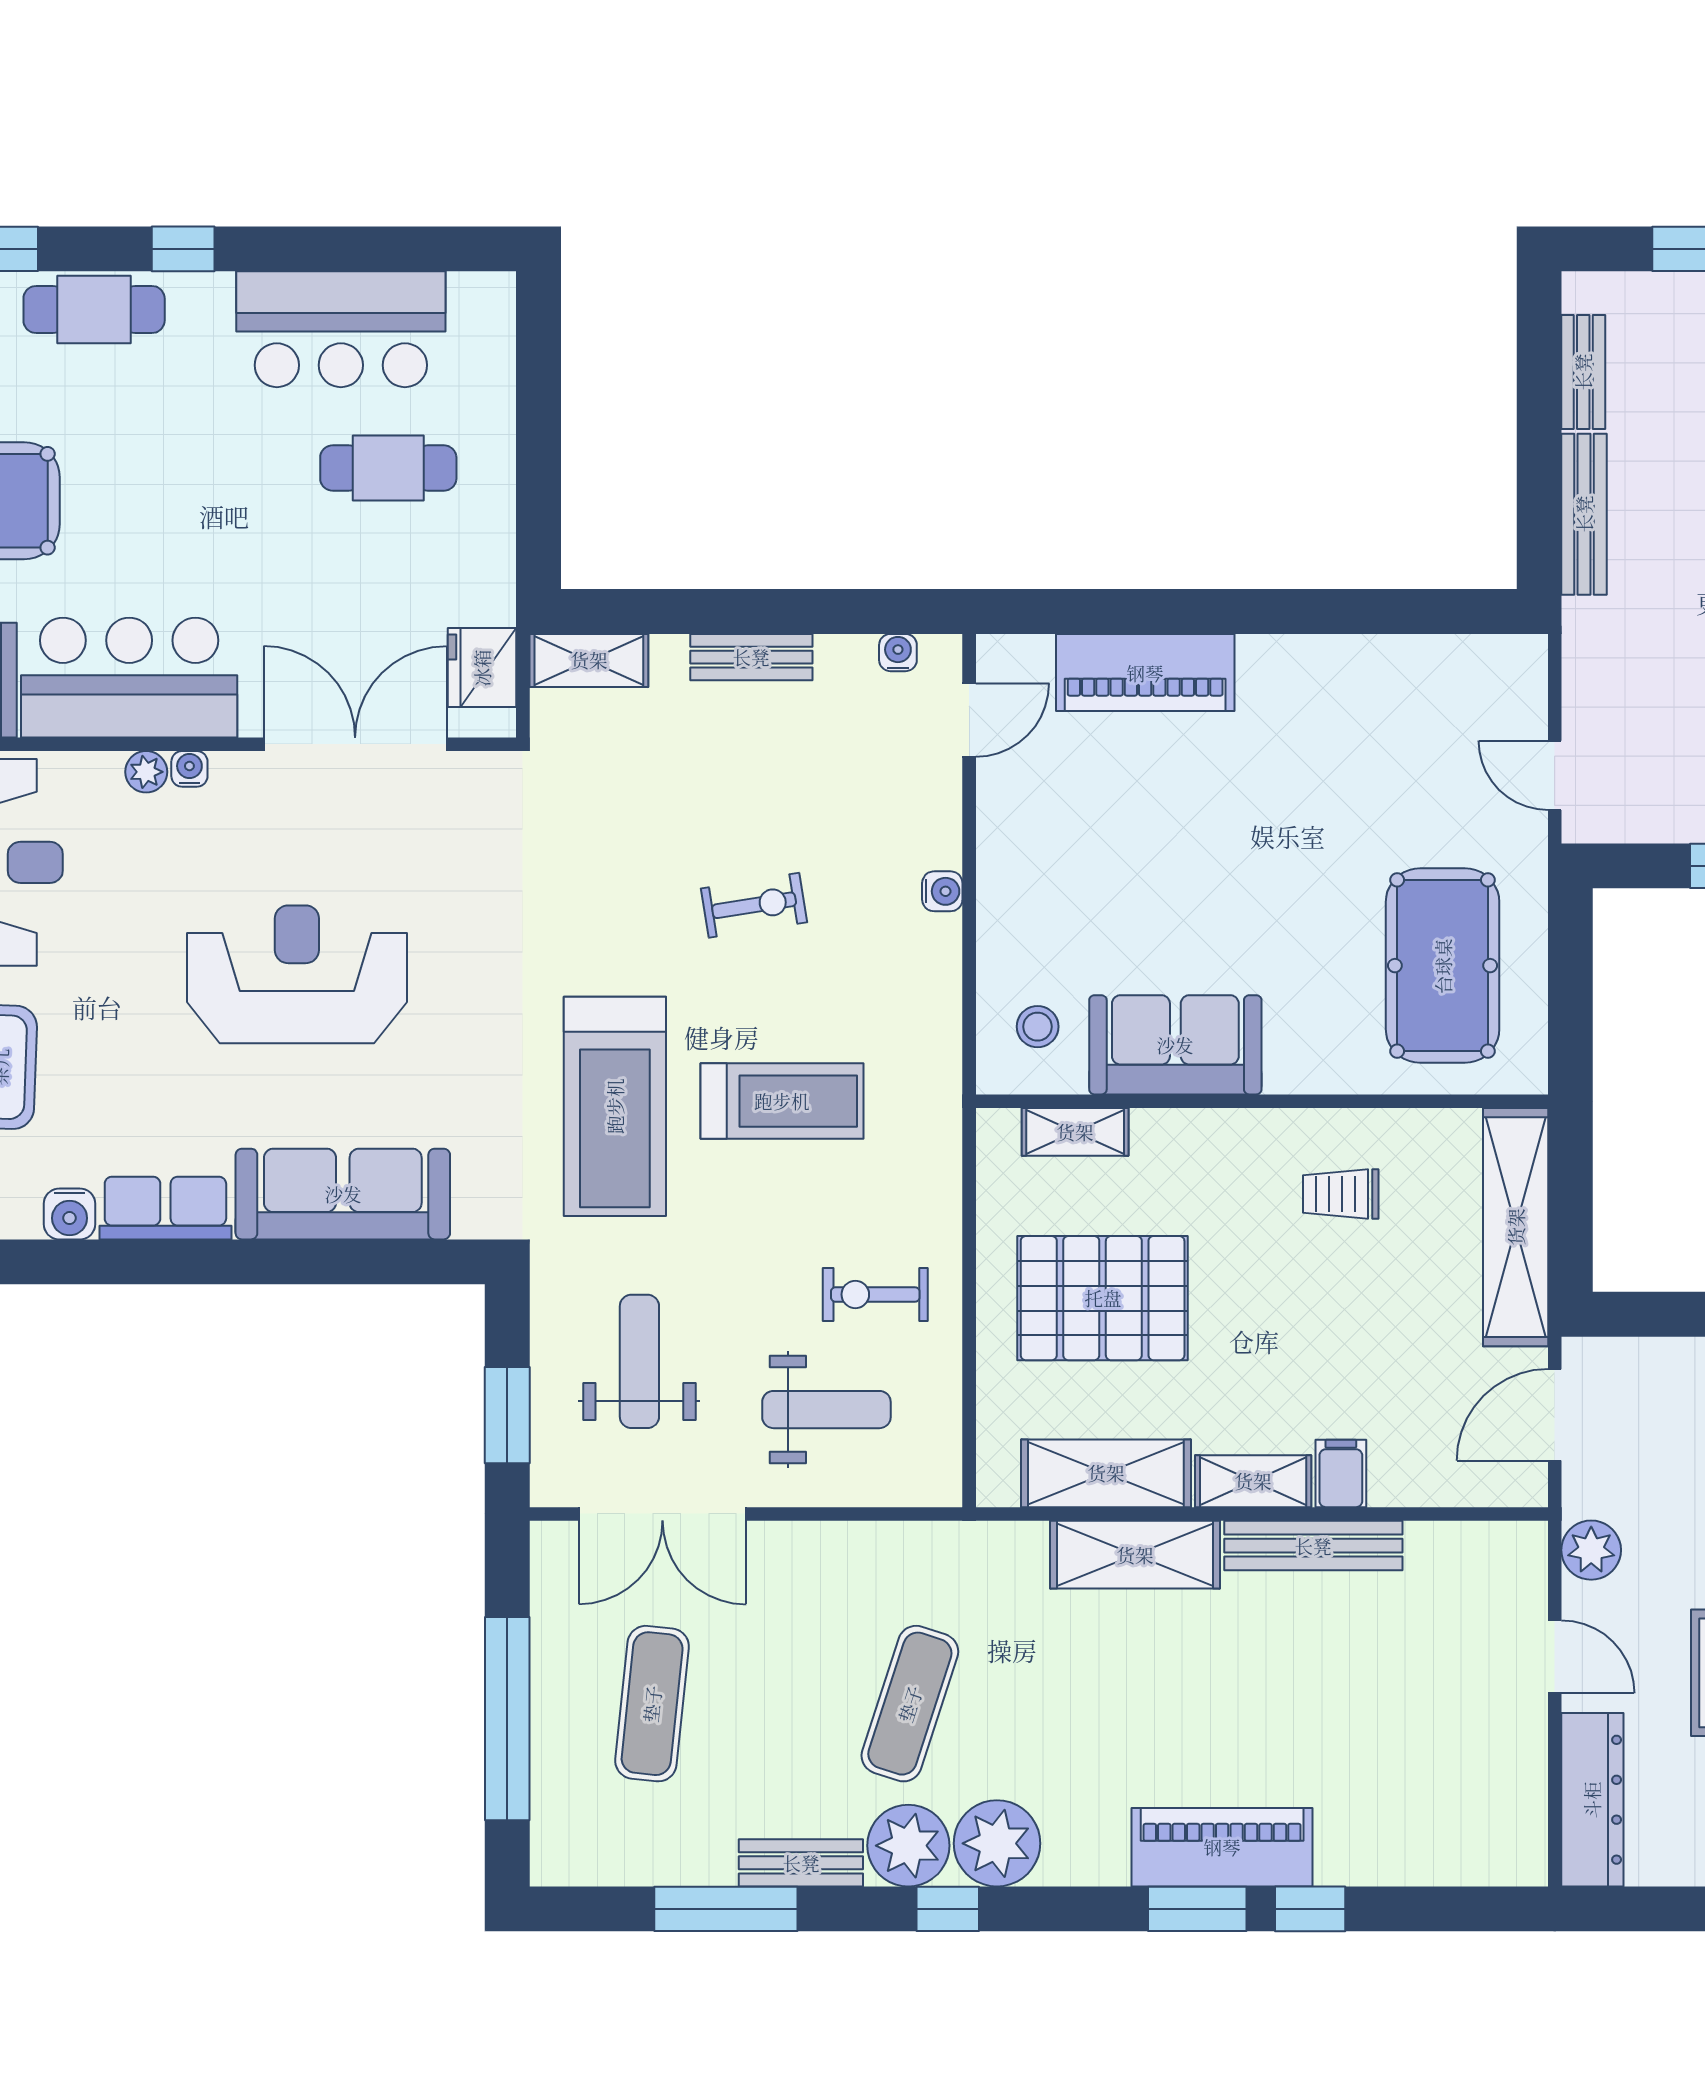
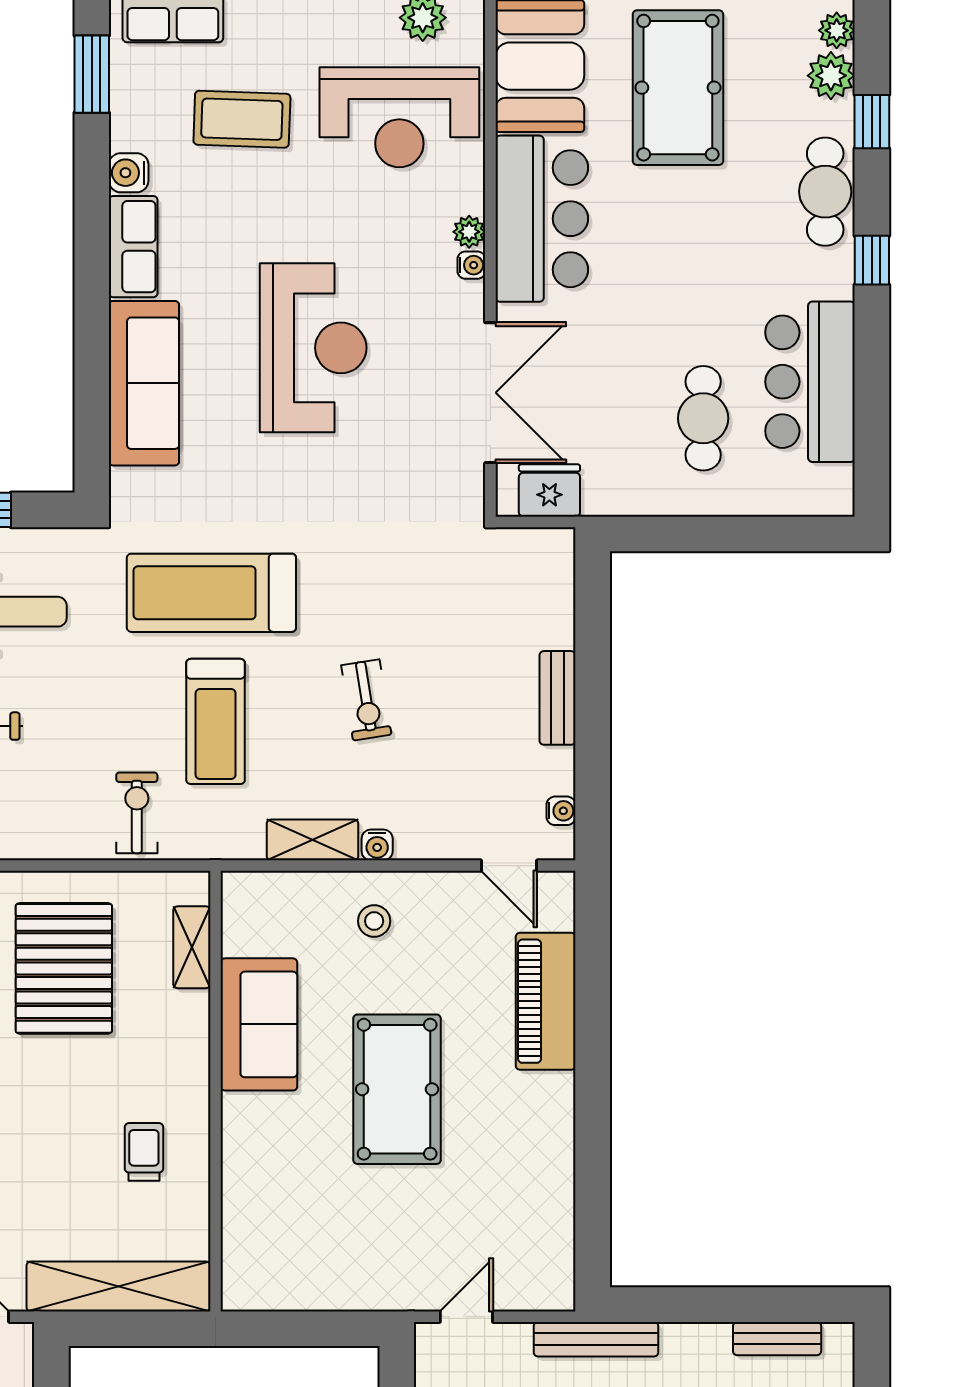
bench: (1584, 514) -> (596, 1339), moved
shelving: (589, 660) -> (313, 840), moved, turned 90
pool table: (1443, 966) -> (397, 1089), moved, turned 90
stool: (1038, 1027) -> (374, 921), moved
exercise bike: (875, 1294) -> (137, 813), moved

